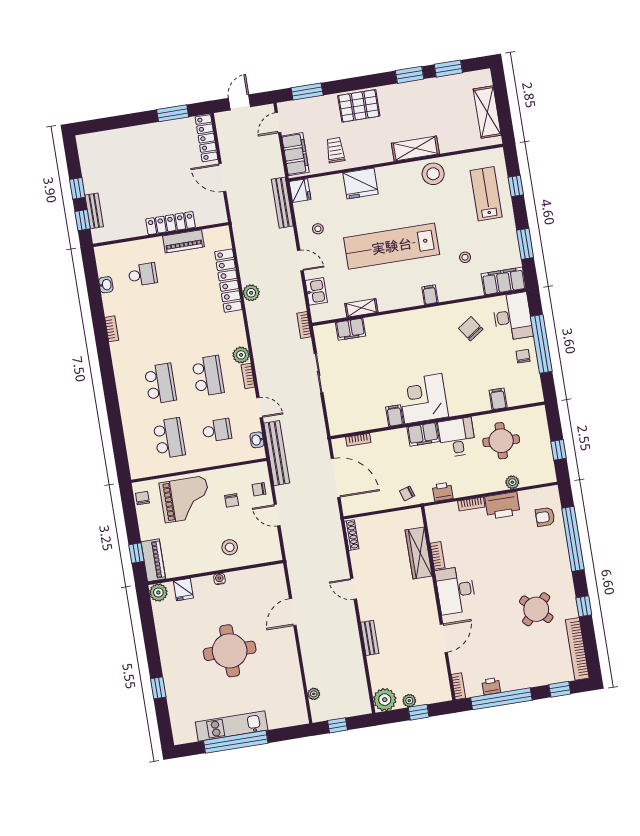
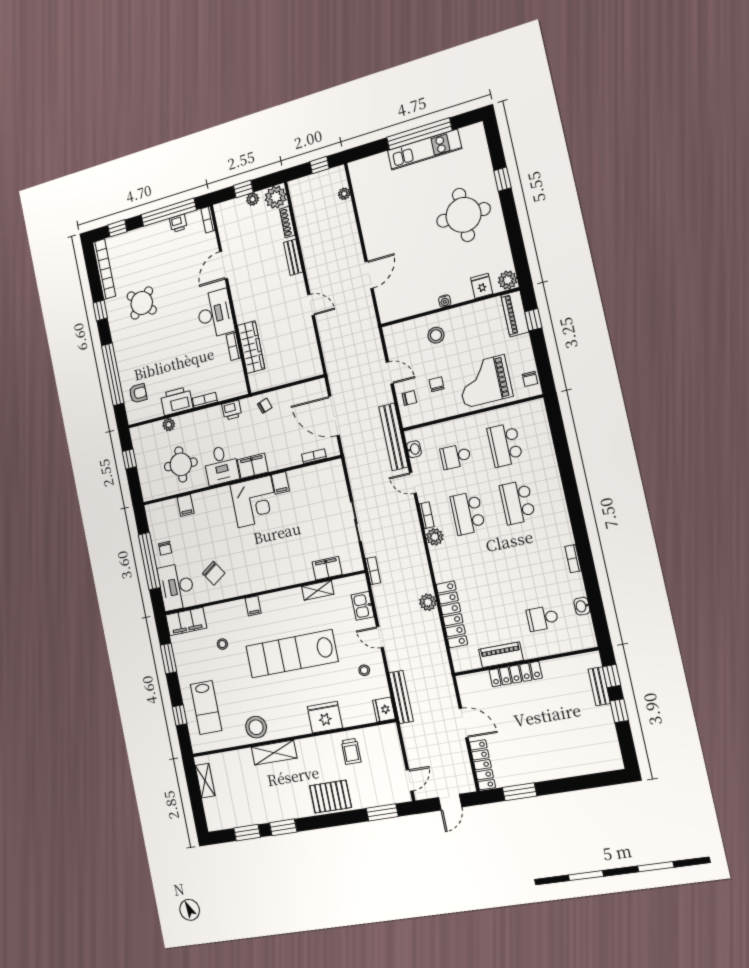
shelving: (487, 112) -> (205, 781), width x0.67, depth x0.75
filing cabinet: (295, 154) -> (391, 747), removed
lab bench: (392, 246) -> (292, 654), turned 180
shoe rack: (352, 535) -> (287, 222), moved
round table: (230, 651) -> (463, 215), moved

